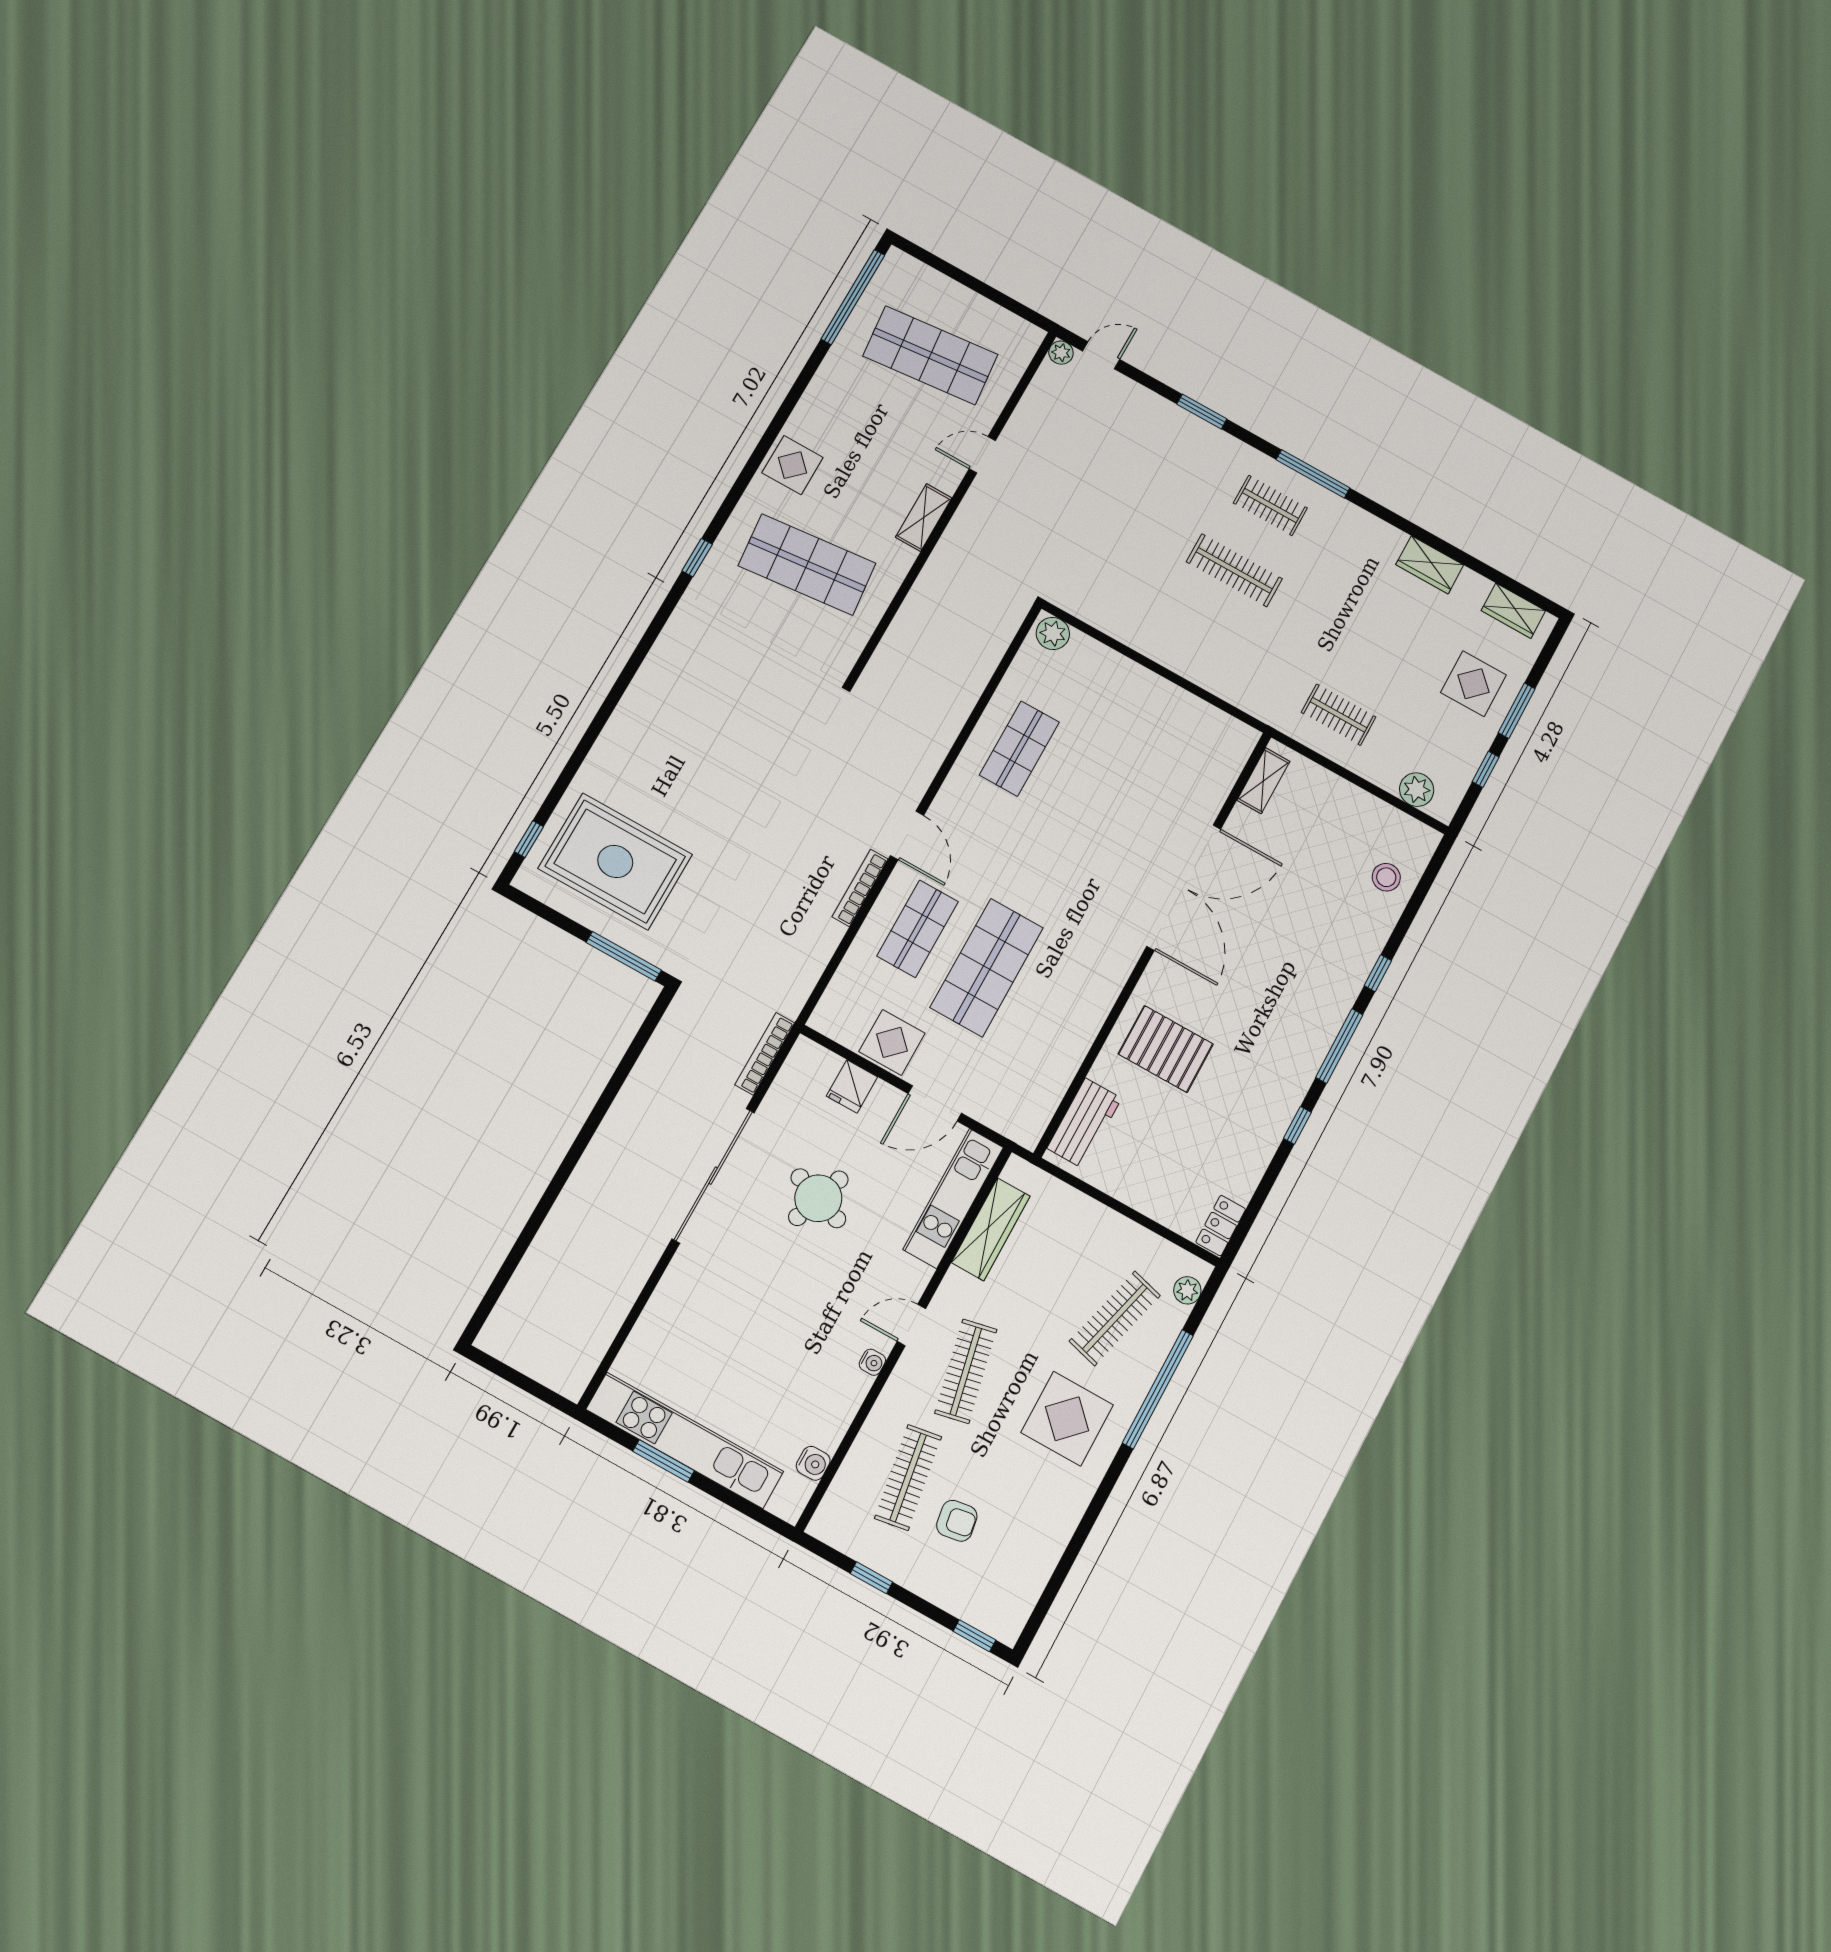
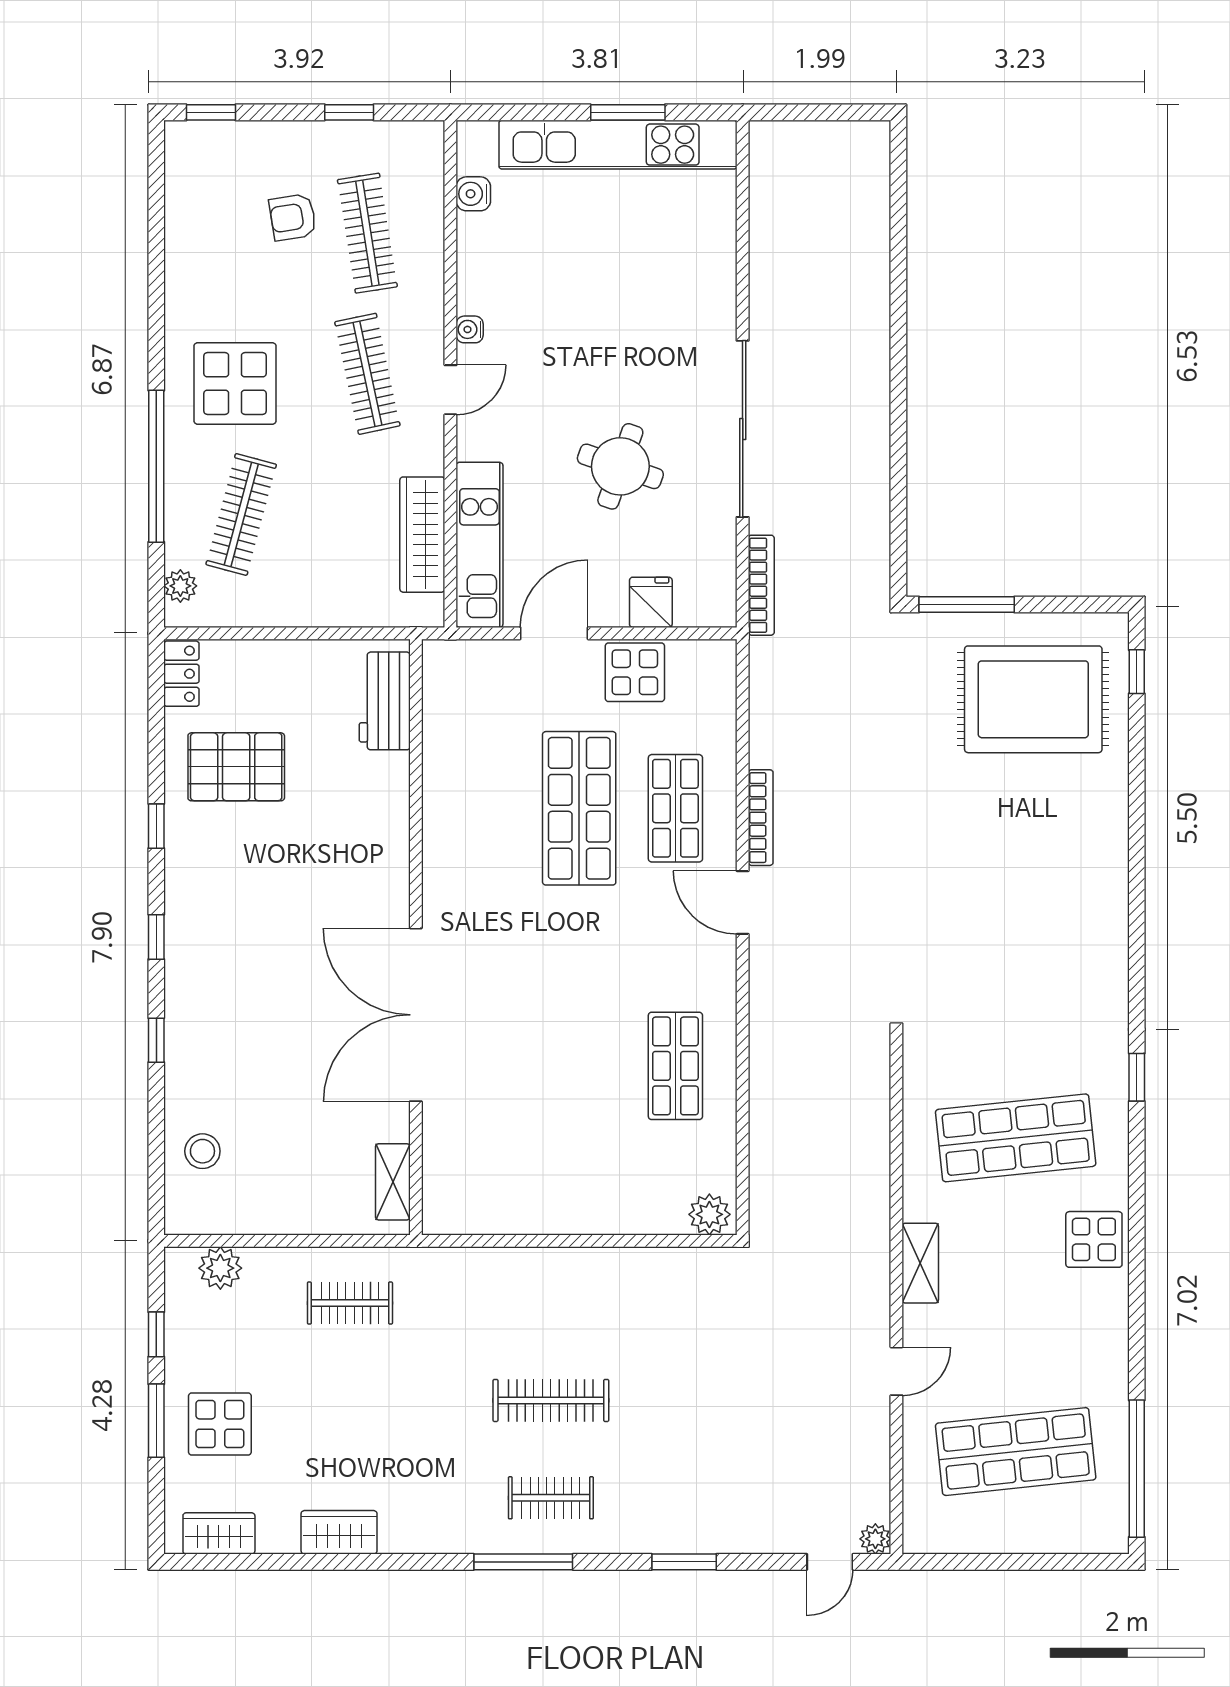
window: (1339, 1046) -> (156, 937), width x0.46
pallet: (1166, 1049) -> (236, 767), moved

